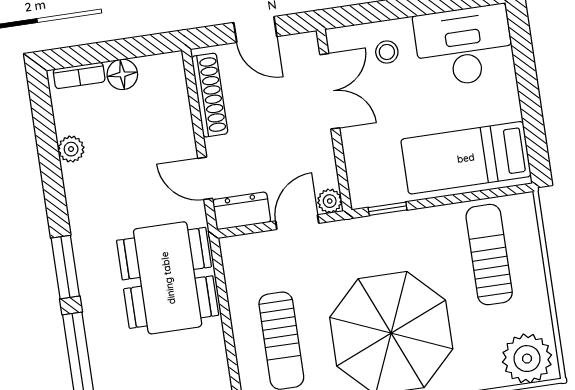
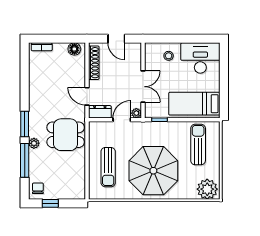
floor lamp: (122, 74) -> (74, 49), moved
double door: (330, 91) -> (143, 87), moved
plant: (71, 149) -> (34, 143), moved
dining table: (168, 278) -> (66, 135), width x0.73

